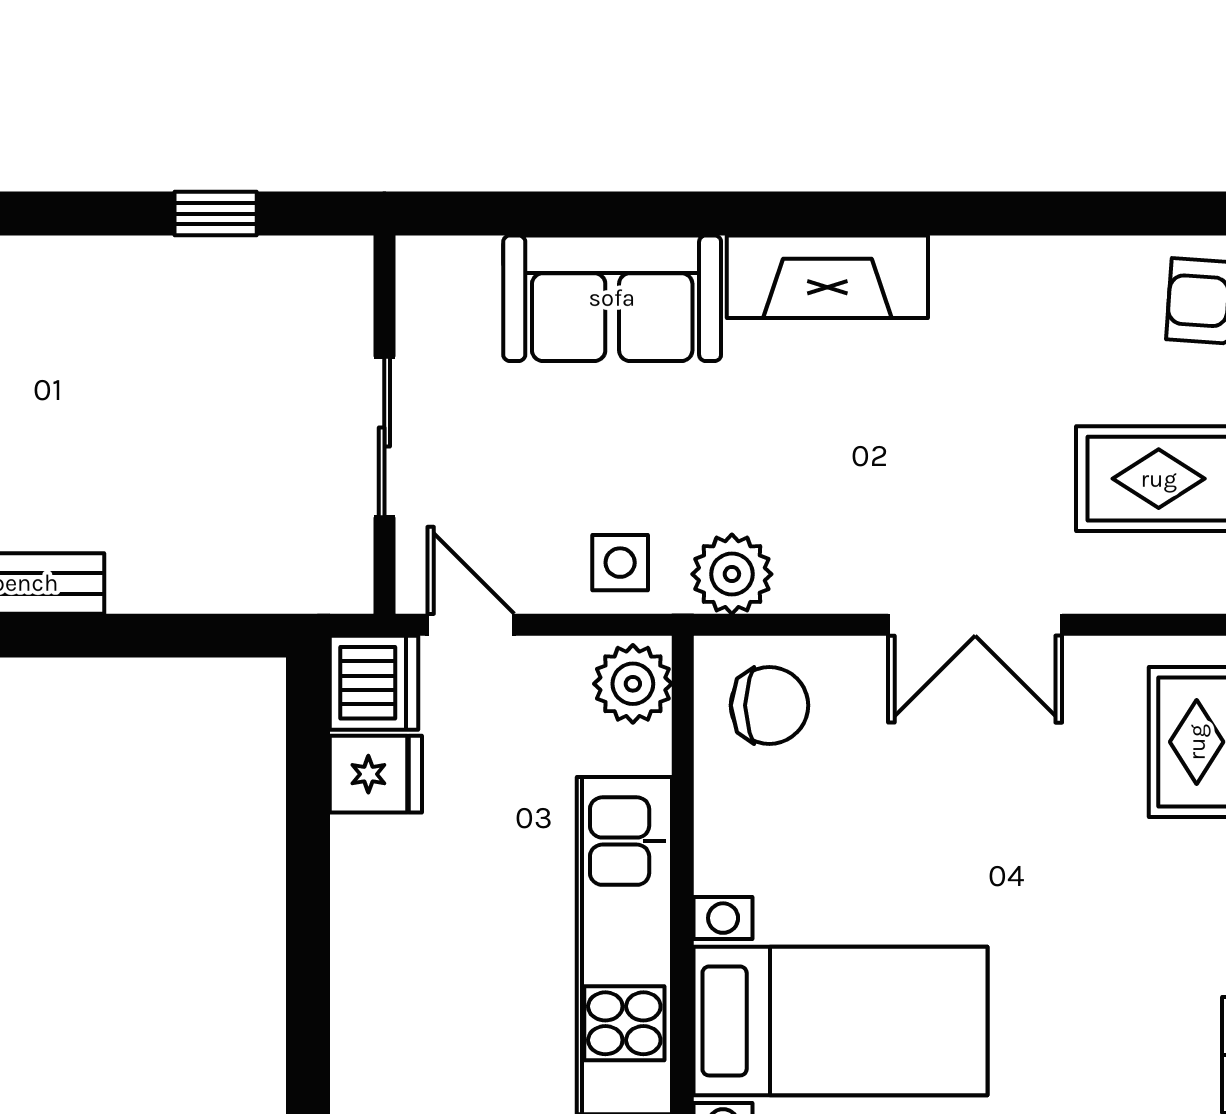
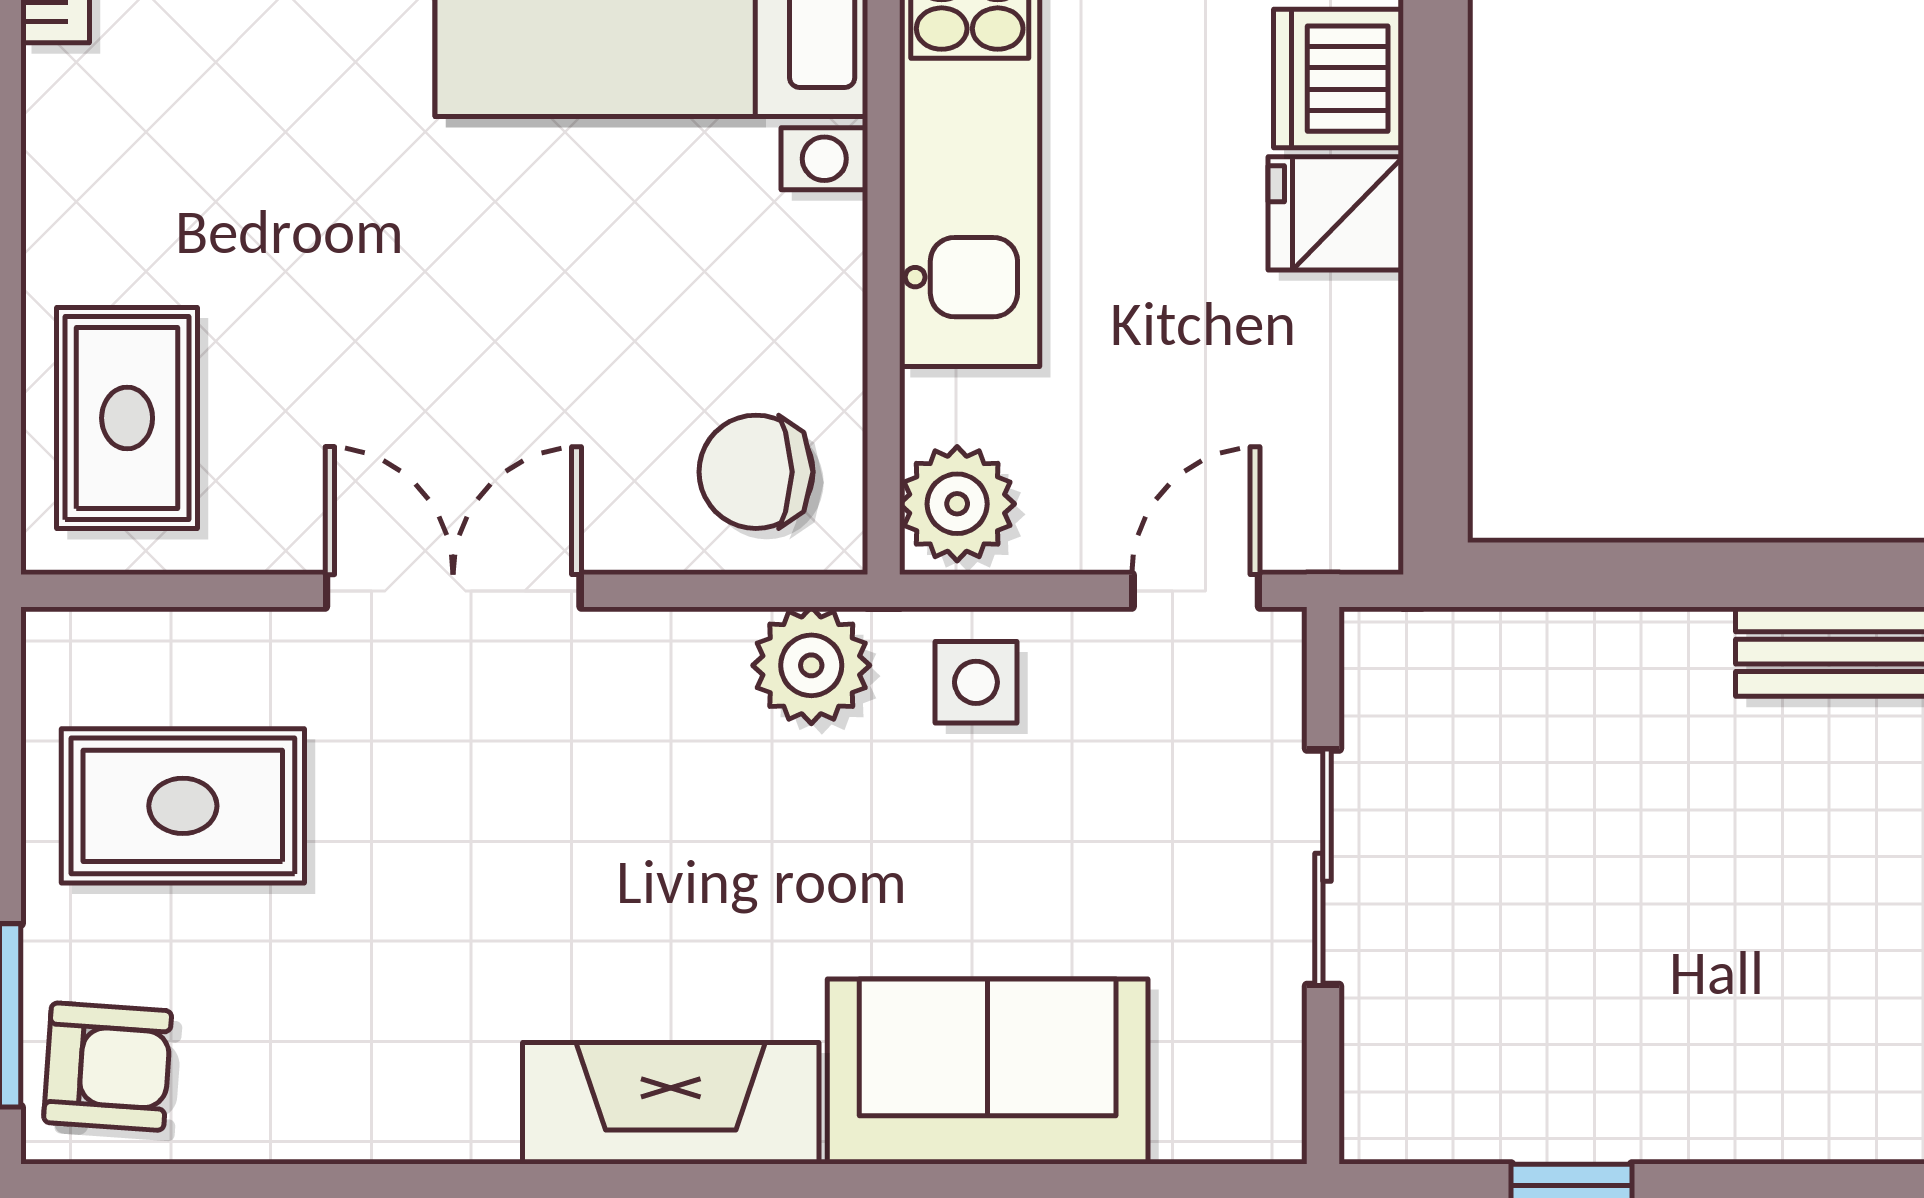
door: (471, 625) -> (1196, 591), swing flipped
dishwasher: (374, 683) -> (1338, 79), moved
fridge: (376, 774) -> (1336, 213), moved

